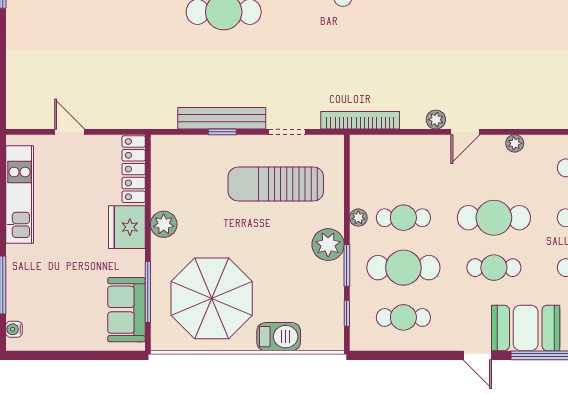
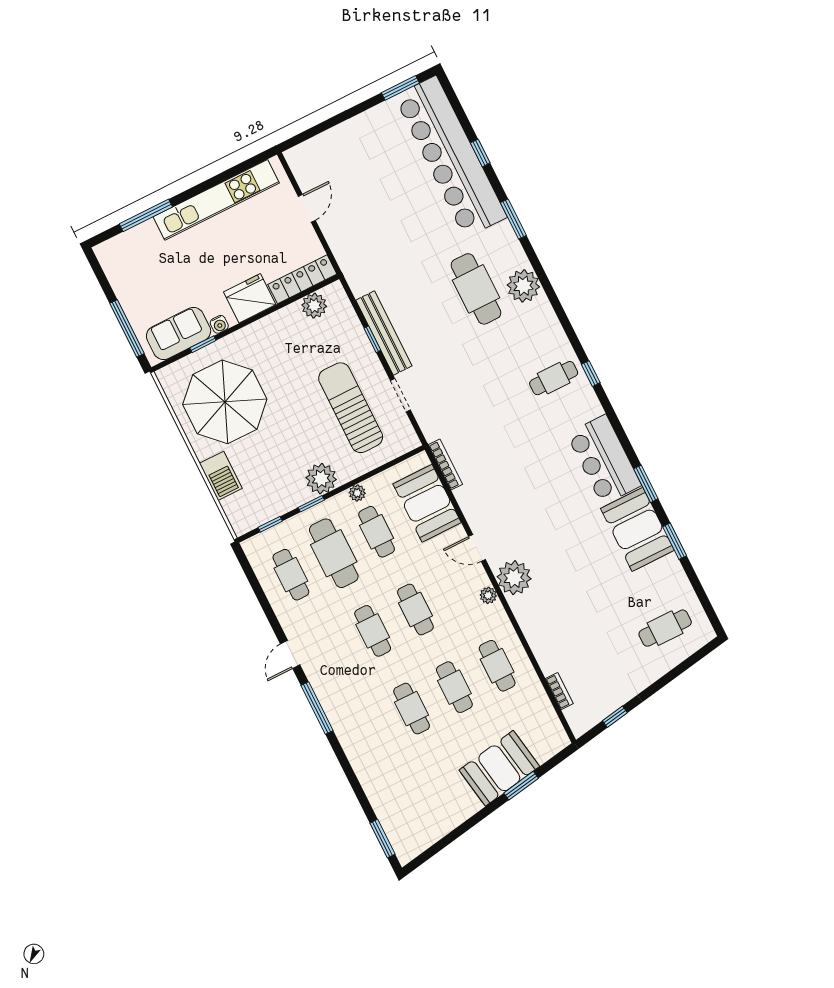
bookcase: (360, 120) -> (445, 465), width x0.68, depth x0.76
plant: (436, 120) -> (514, 578), moved, width x1.88, depth x1.88
kitchen unit: (20, 194) -> (216, 200), width x1.36
cafe table: (494, 218) -> (415, 609), width x0.73, depth x0.74
plant: (164, 224) -> (314, 306), moved
window: (347, 265) -> (311, 504), width x0.67
window: (148, 292) -> (203, 344), width x0.46
booth: (526, 328) -> (427, 503), moved
water cooler: (14, 329) -> (219, 324), moved, turned 180
window: (98, 355) -> (127, 328), added

